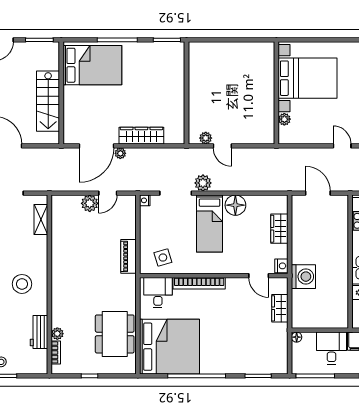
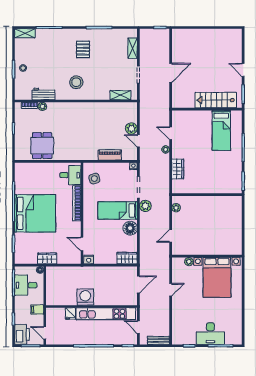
bed: (92, 65) -> (221, 130), width x0.67
stairs: (48, 101) -> (216, 100), moved
wardrobe: (141, 136) -> (178, 169), width x0.67
door: (97, 146) -> (171, 133), width x0.53
door: (222, 146) -> (171, 236), moved
door: (342, 146) -> (171, 290), moved
wardrobe: (279, 229) -> (127, 258), moved
piano: (129, 256) -> (110, 155), moved
door: (259, 276) -> (82, 244), hinge flipped
washing machine: (303, 277) -> (85, 297), moved, turned 180
wardrobe: (280, 308) -> (47, 258), moved
dining table: (115, 334) -> (42, 146), width x0.73
bed: (169, 347) -> (35, 213), moved, turned -90
desk: (332, 348) -> (26, 285), moved, turned 180

